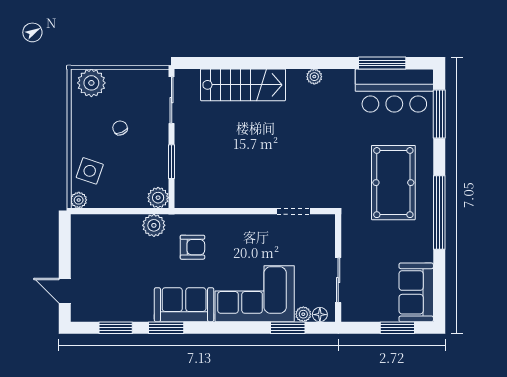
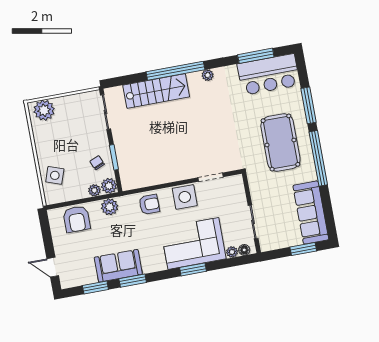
window: (273, 63) -> (175, 71), added
window: (439, 114) -> (308, 105), moved
chair: (120, 128) -> (97, 163), moved
plant: (79, 200) -> (94, 190), moved
side table: (255, 231) -> (185, 197), added
armchair: (108, 233) -> (77, 219), added
armchair: (192, 247) -> (149, 204), moved
sofa: (416, 292) -> (311, 213), width x1.36
sofa: (184, 305) -> (118, 266), moved
window: (288, 328) -> (193, 269), moved

